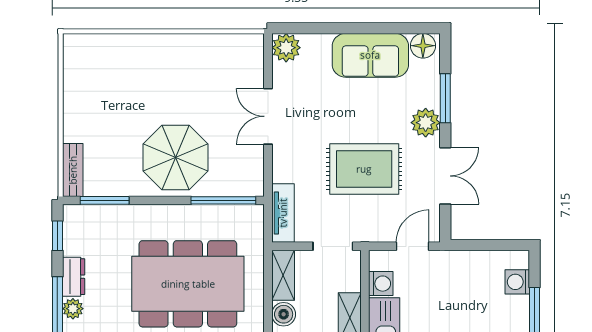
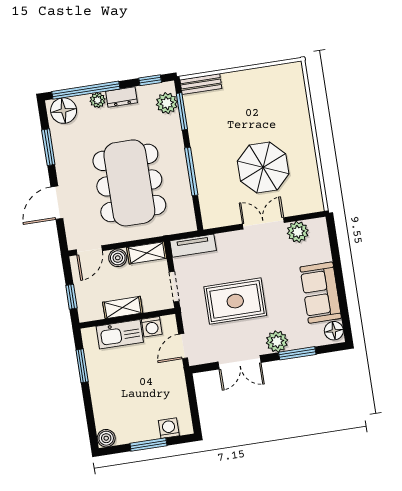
plant: (286, 48) -> (298, 232), moved
parasol: (175, 158) -> (263, 167), moved
rug: (364, 169) -> (235, 301), turned 90
window: (223, 200) -> (191, 171), moved
plant: (91, 219) -> (167, 103), added
door: (413, 246) -> (183, 346), swing flipped

